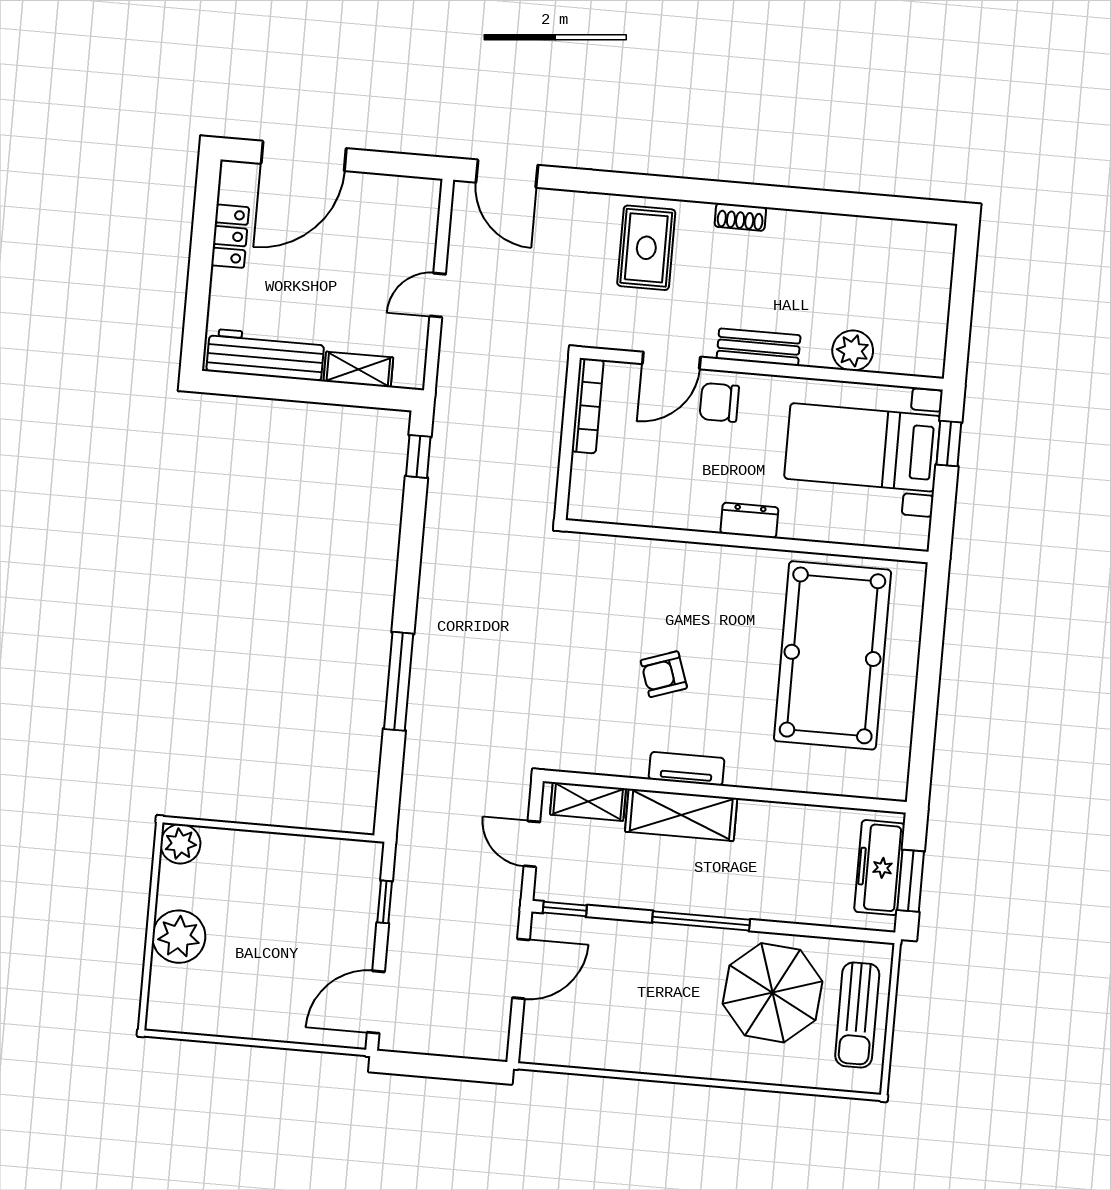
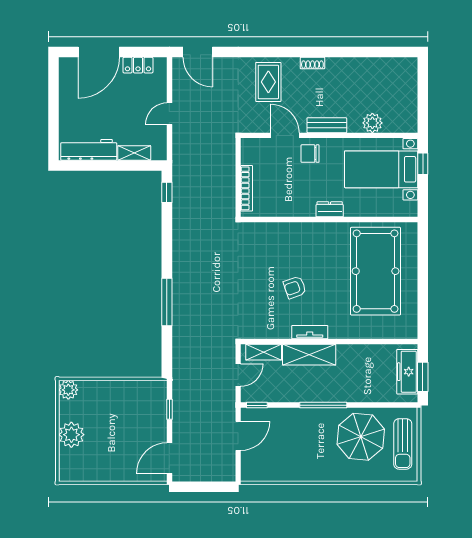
locker: (230, 236) -> (138, 65), moved, turned 90
door: (671, 360) -> (285, 135), swing flipped
bookcase: (588, 406) -> (247, 188), moved
door: (532, 844) -> (238, 375), swing flipped

